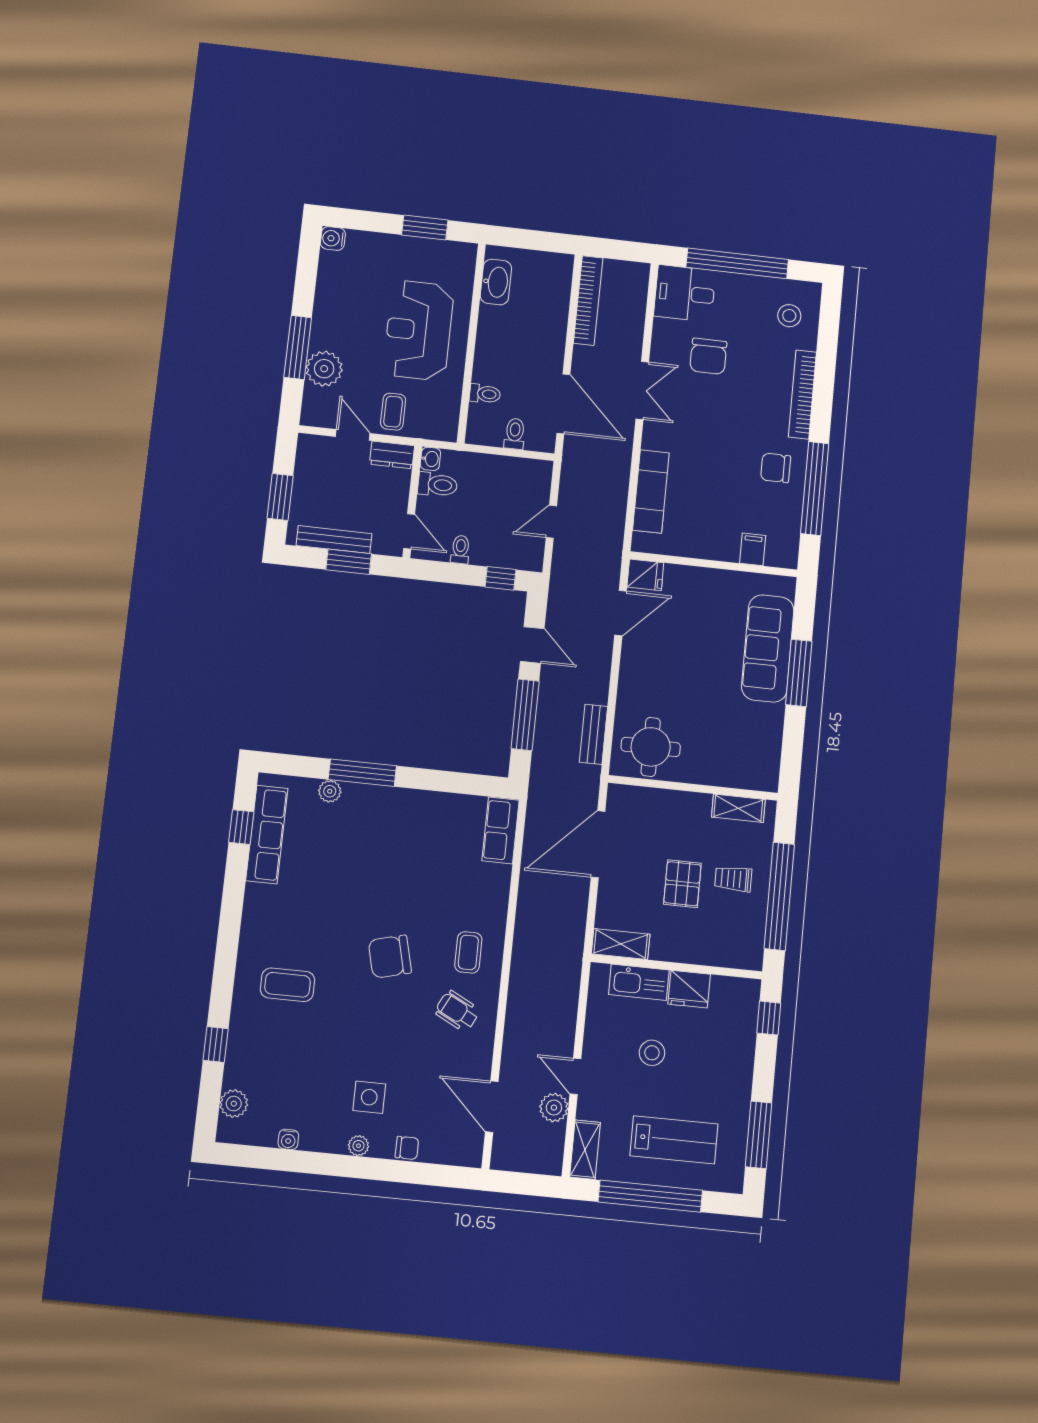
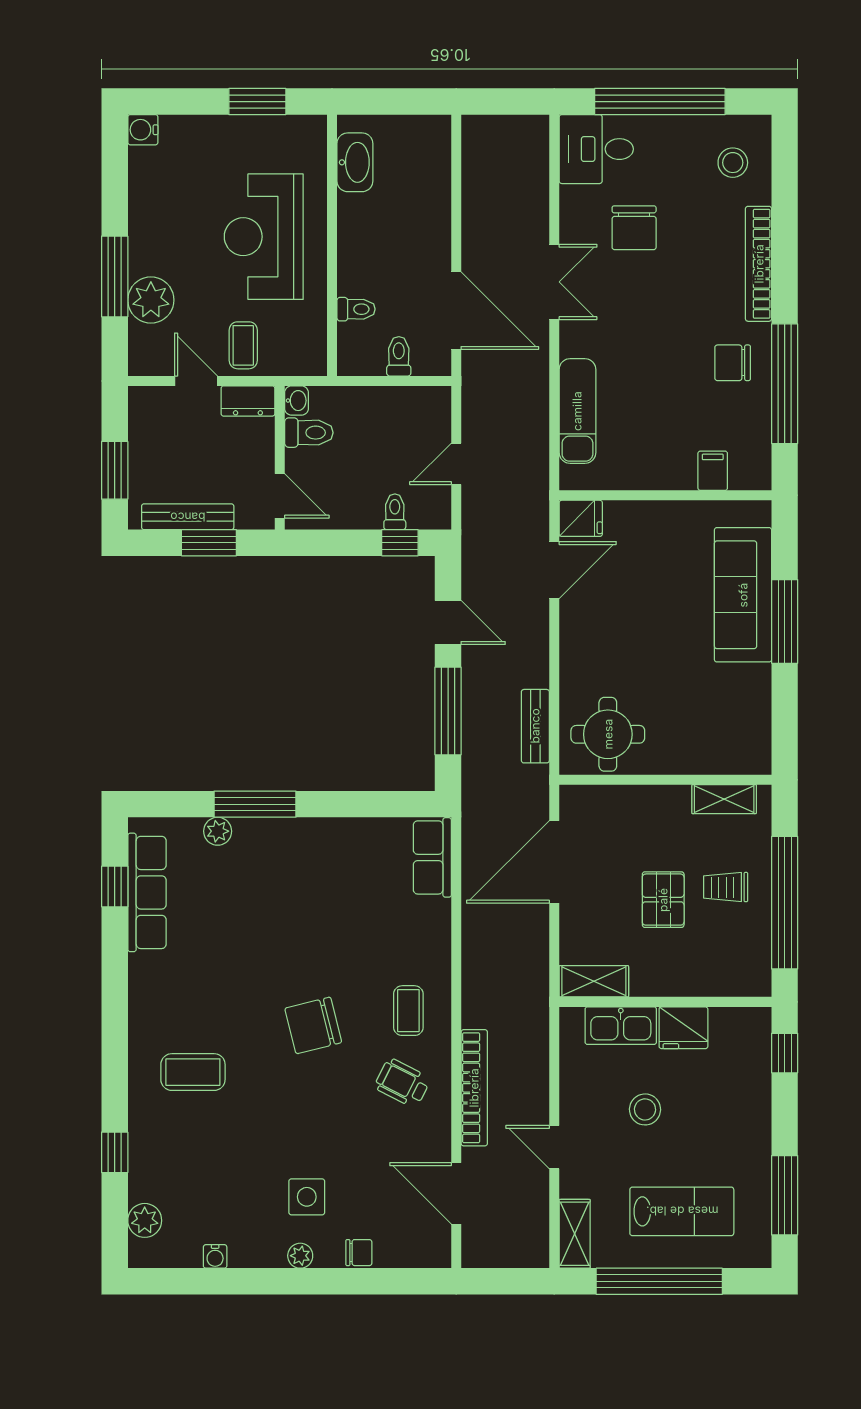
bookcase: (588, 300) -> (474, 1088), moved
toilet: (460, 549) -> (395, 512), moved
plant: (554, 1108) -> (532, 1187), removed

